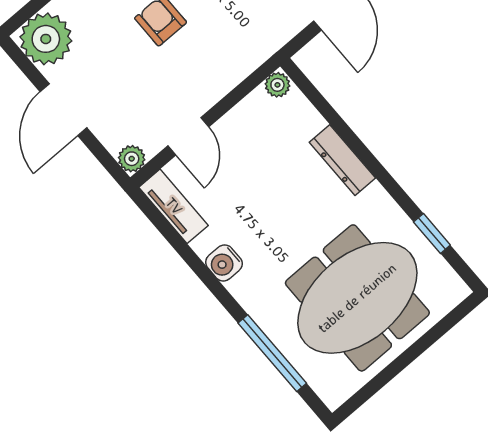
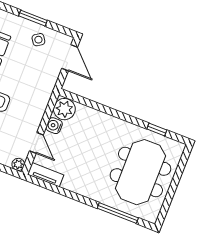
plant: (277, 85) -> (64, 109), width x1.88, depth x1.88
dresser: (342, 160) -> (104, 119), removed
water cooler: (224, 263) -> (54, 126), moved, turned 90

